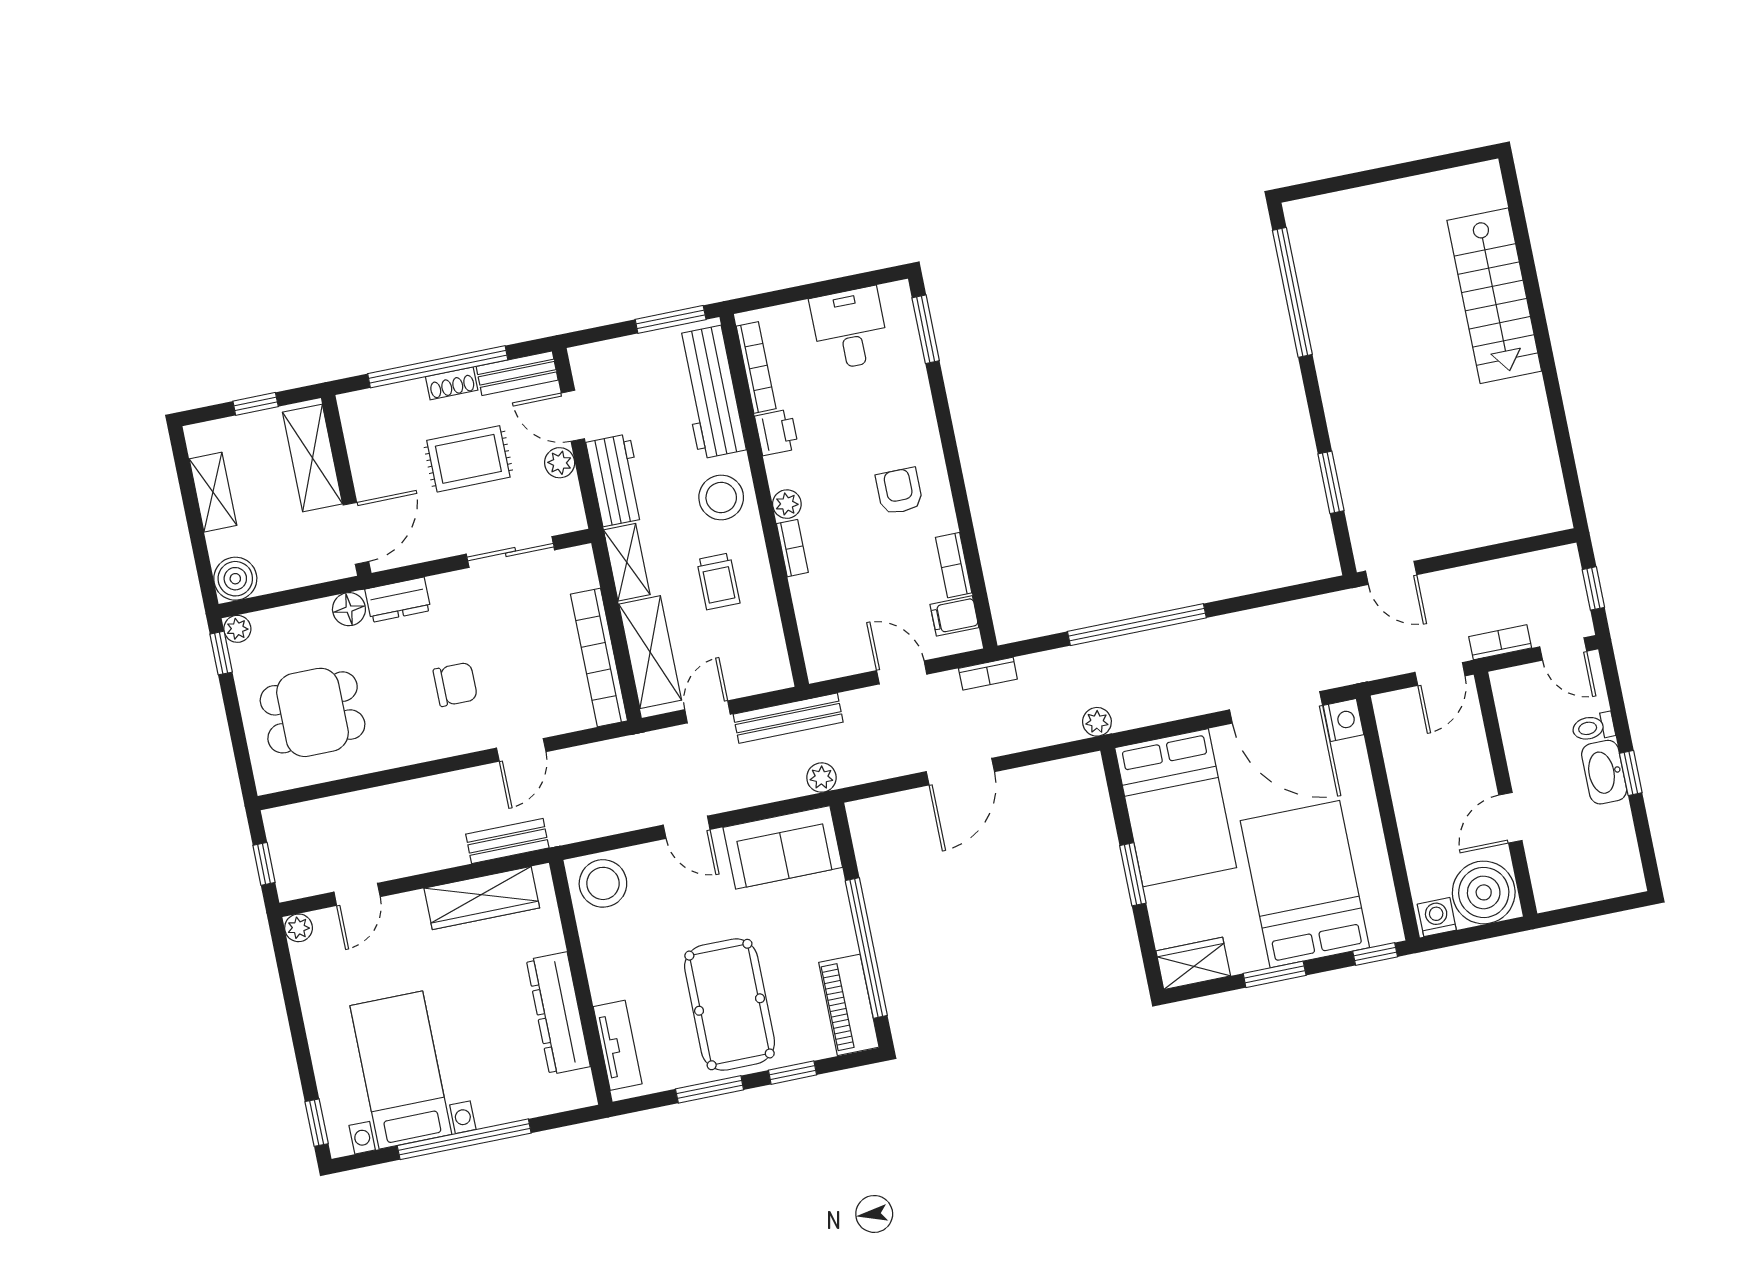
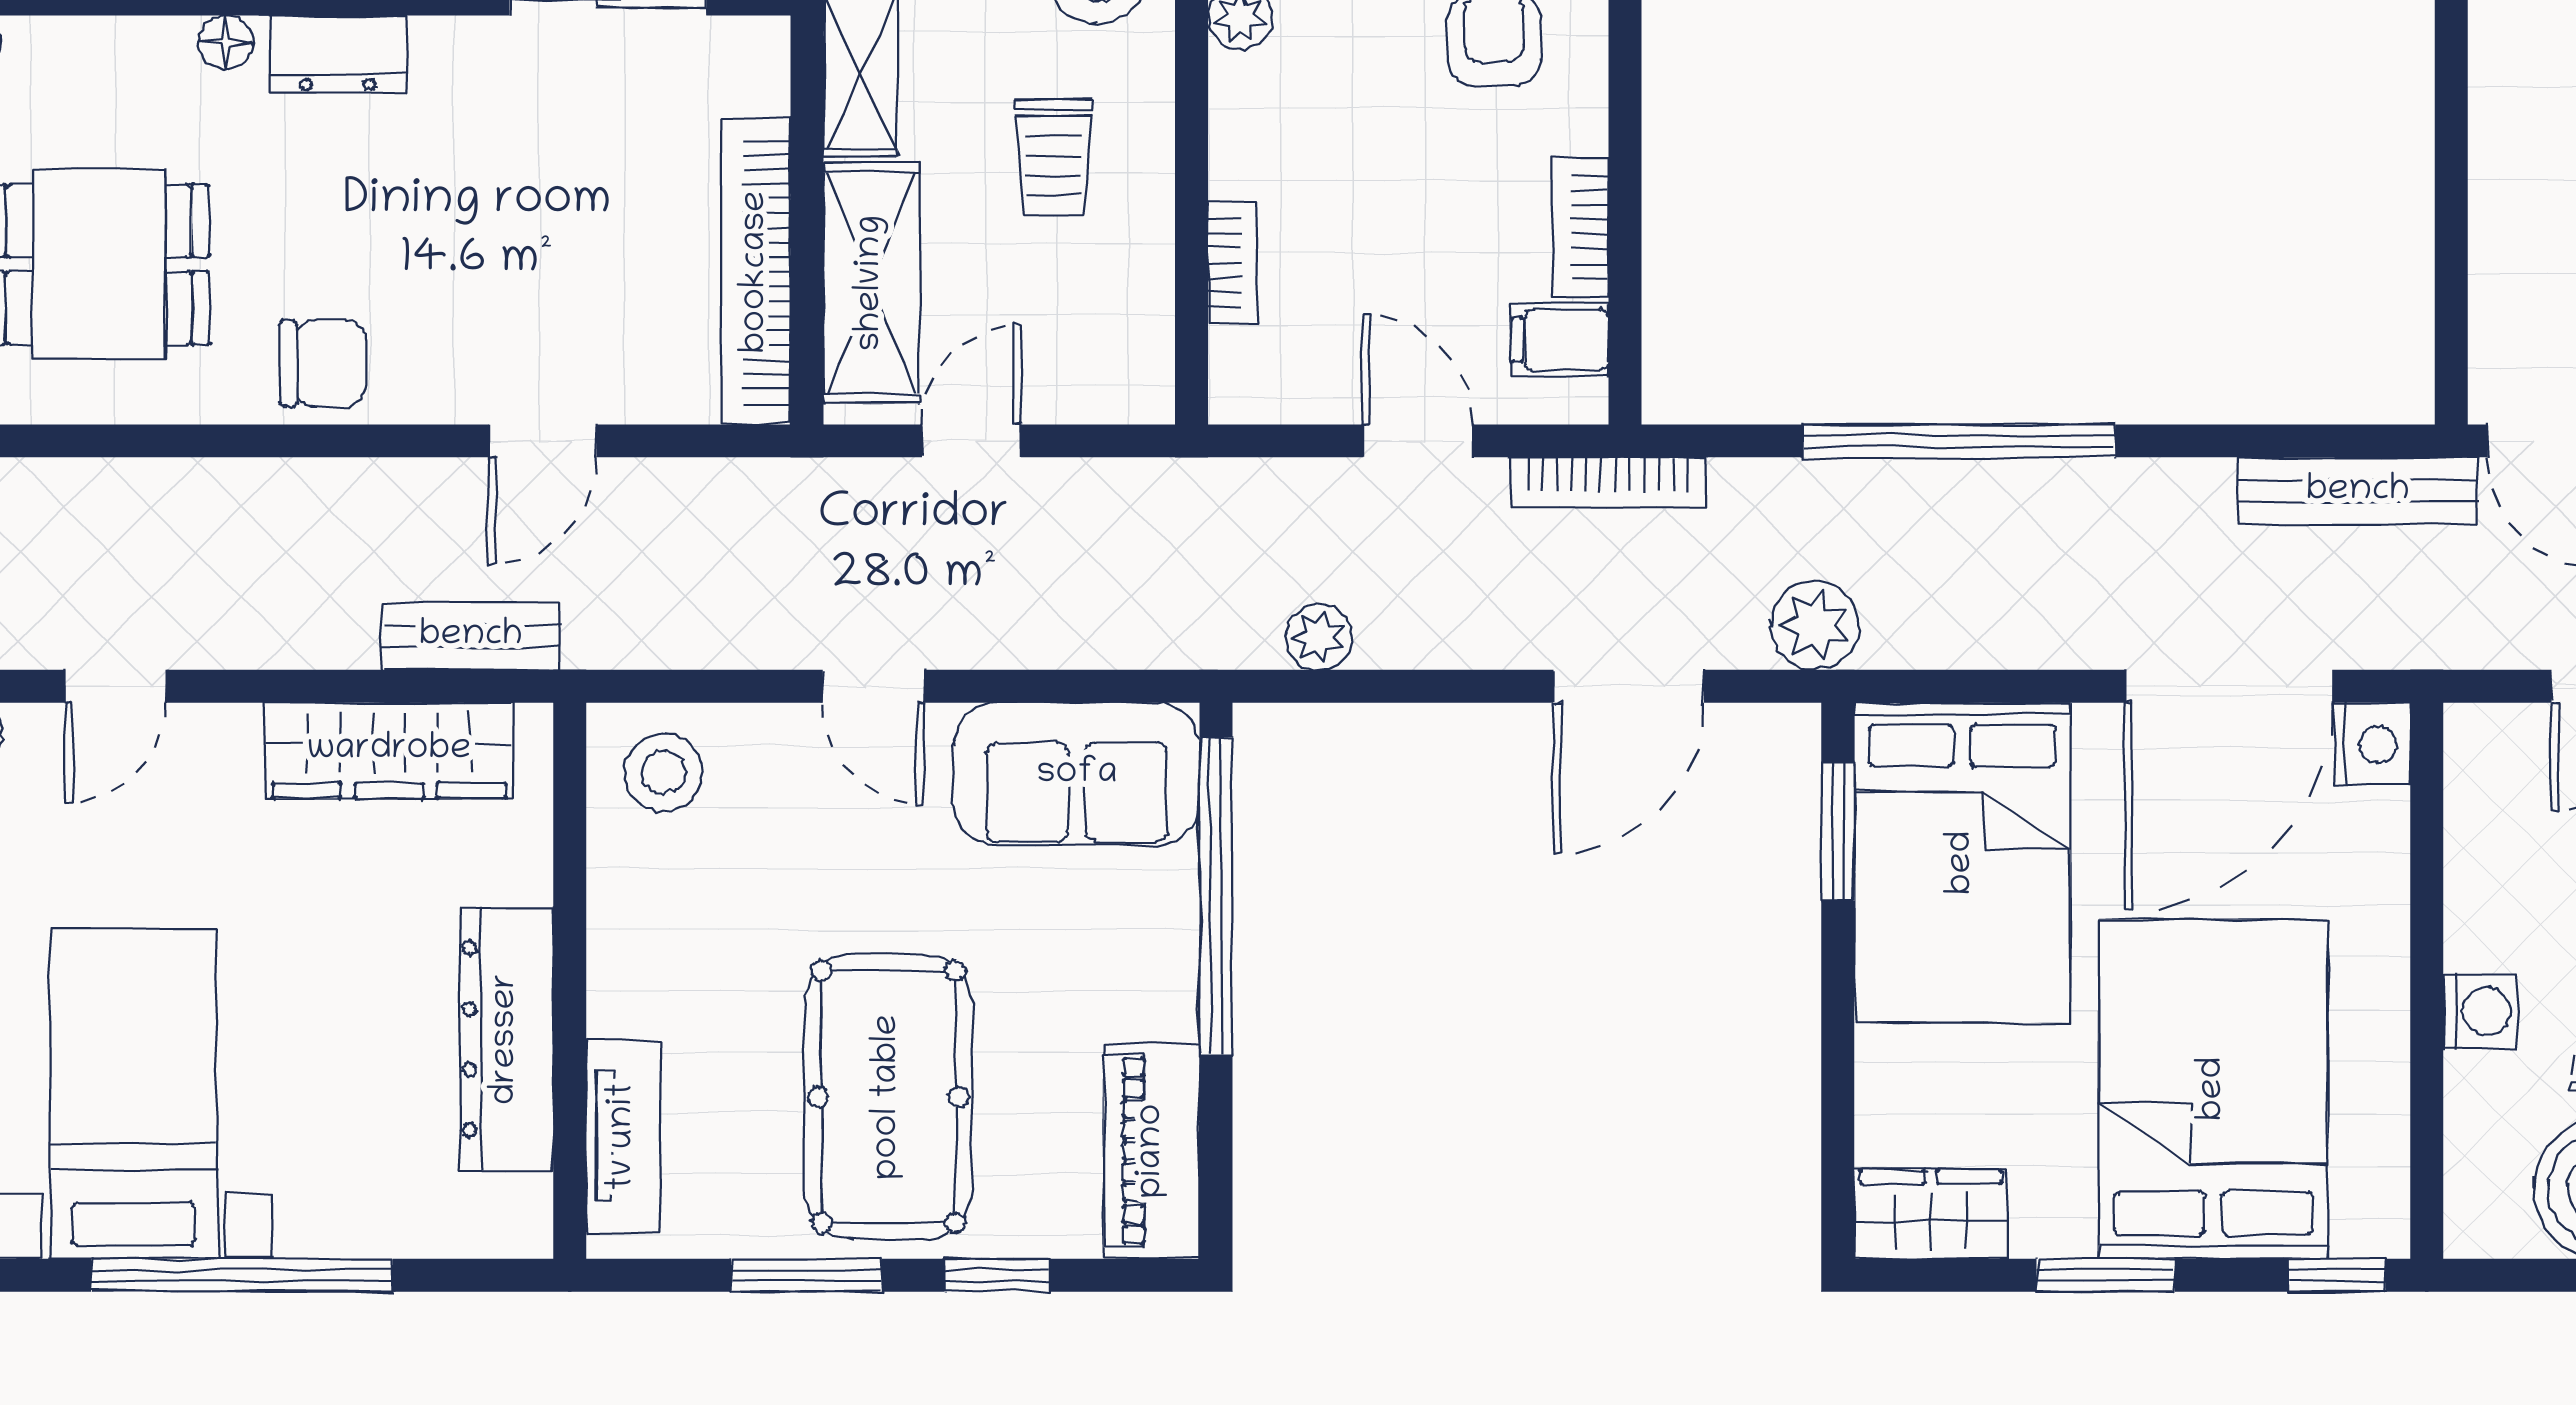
window: (1331, 482) -> (2451, 214), removed
bookcase: (792, 548) -> (1232, 262), moved
floor lamp: (349, 609) -> (226, 43), width x0.73, depth x0.73
bookcase: (988, 674) -> (1608, 482), width x1.56
chair: (455, 684) -> (323, 363), moved
door: (1276, 707) -> (2229, 686), hinge flipped
bench: (788, 718) -> (2358, 491), moved
plant: (1097, 722) -> (1815, 625), width x1.38, depth x1.38
door: (960, 772) -> (1629, 686), moved
plant: (821, 778) -> (1319, 637), moved
window: (1133, 874) -> (1838, 832), moved
stool: (603, 883) -> (663, 773), width x0.73, depth x0.73
washing machine: (1437, 917) -> (2481, 1012), moved, turned 90
window: (866, 948) -> (1216, 896), moved

